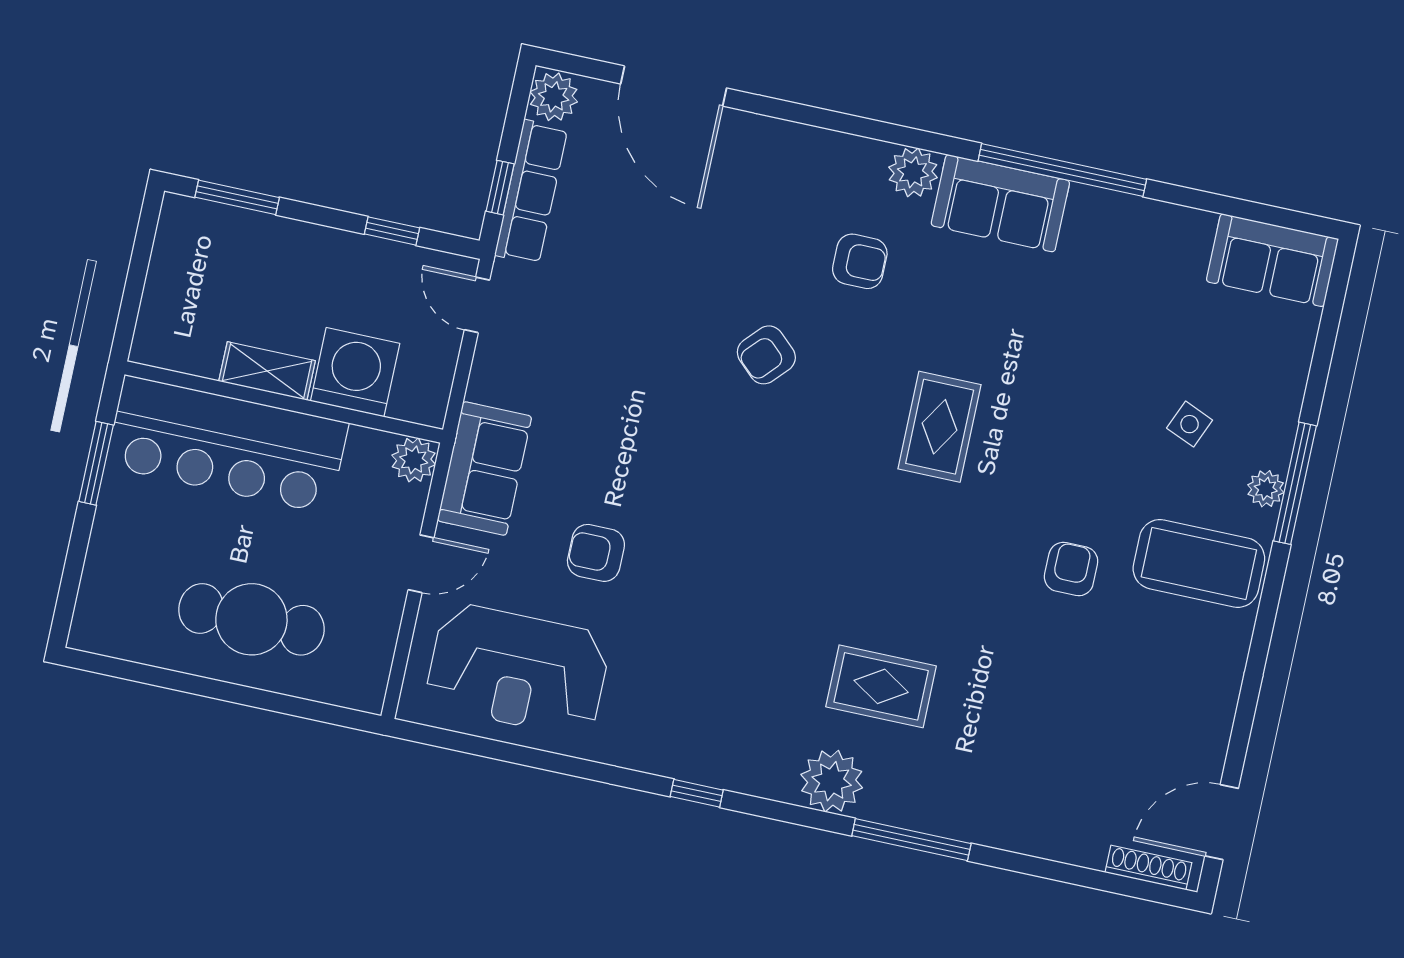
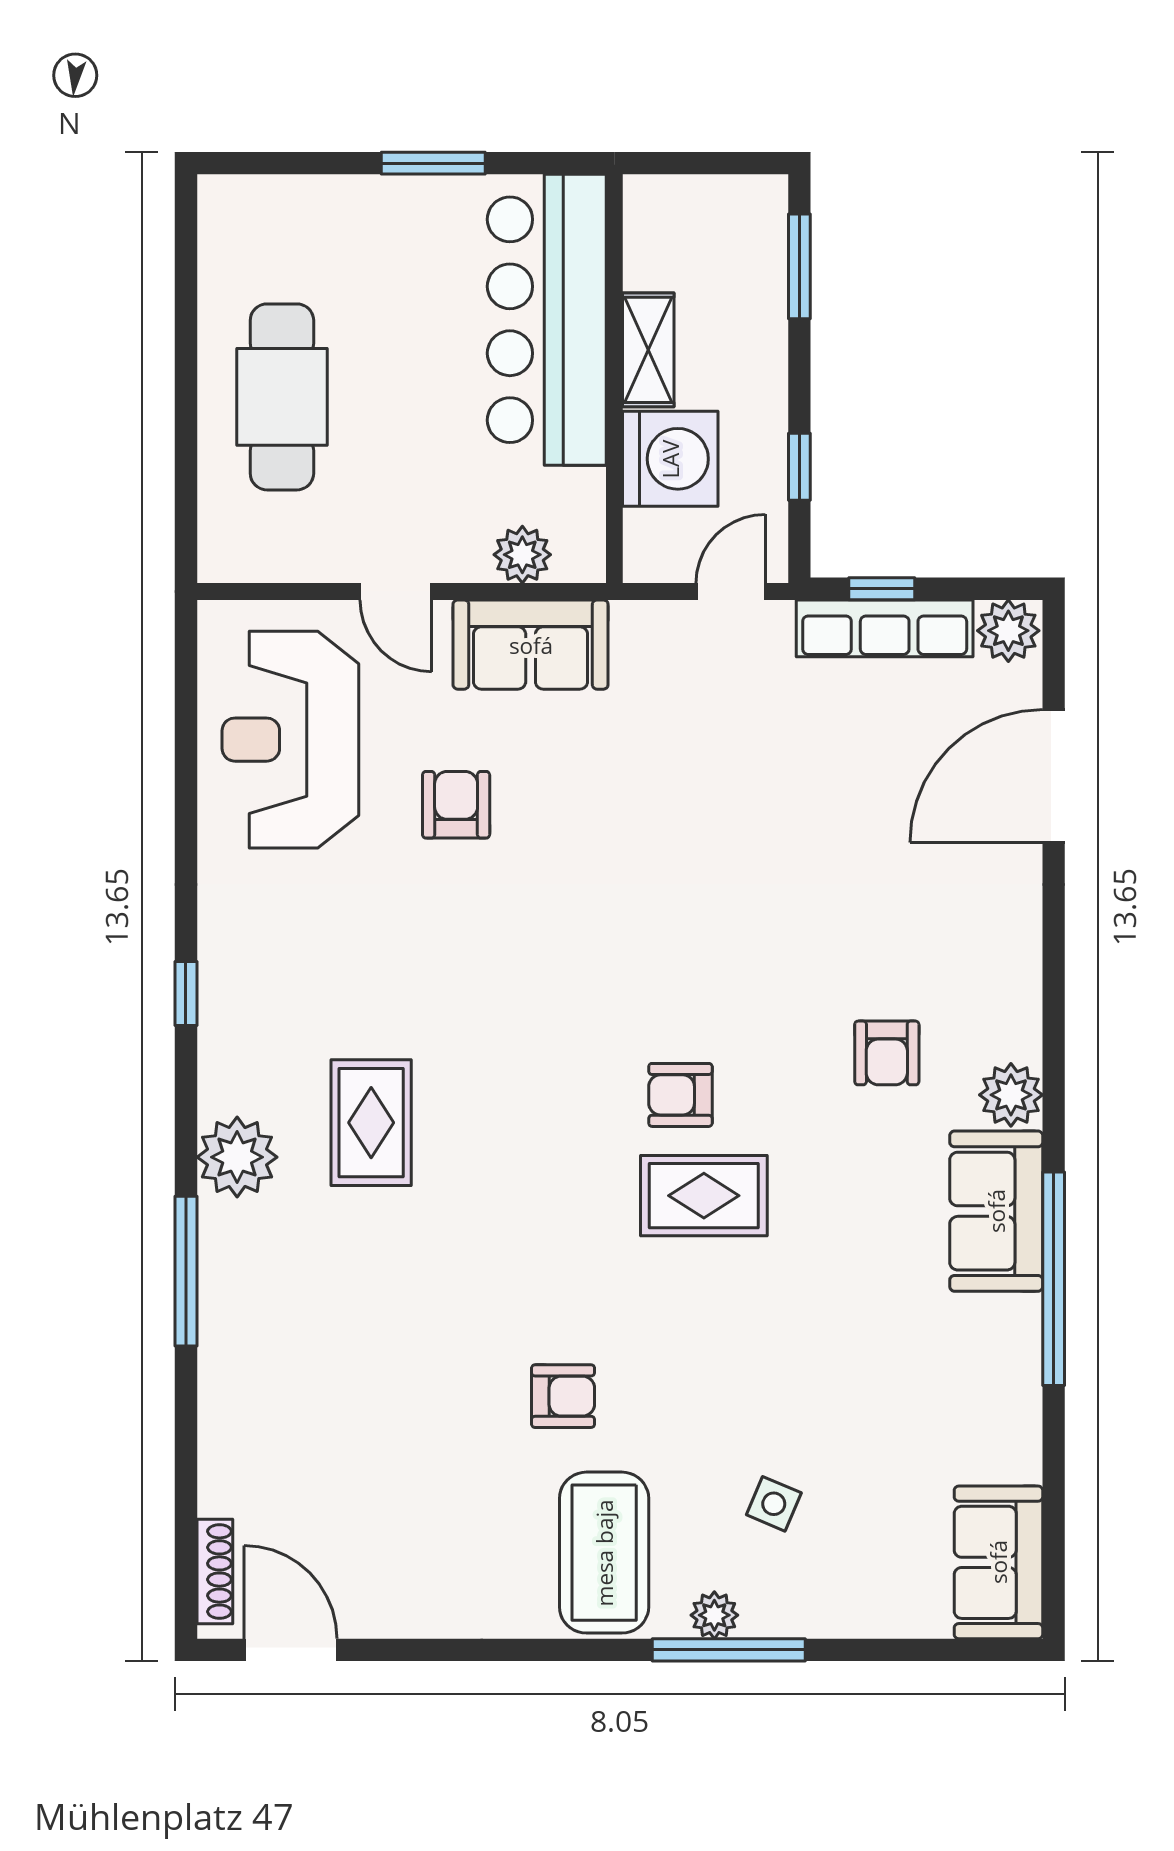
armchair: (766, 355) -> (680, 1095), moved, turned -43
shelving: (267, 371) -> (648, 350), moved
washing machine: (355, 372) -> (670, 459), moved
wall: (284, 402) -> (614, 379), moved
bar counter: (227, 444) -> (547, 320), moved
rug: (881, 686) -> (371, 1123), moved

